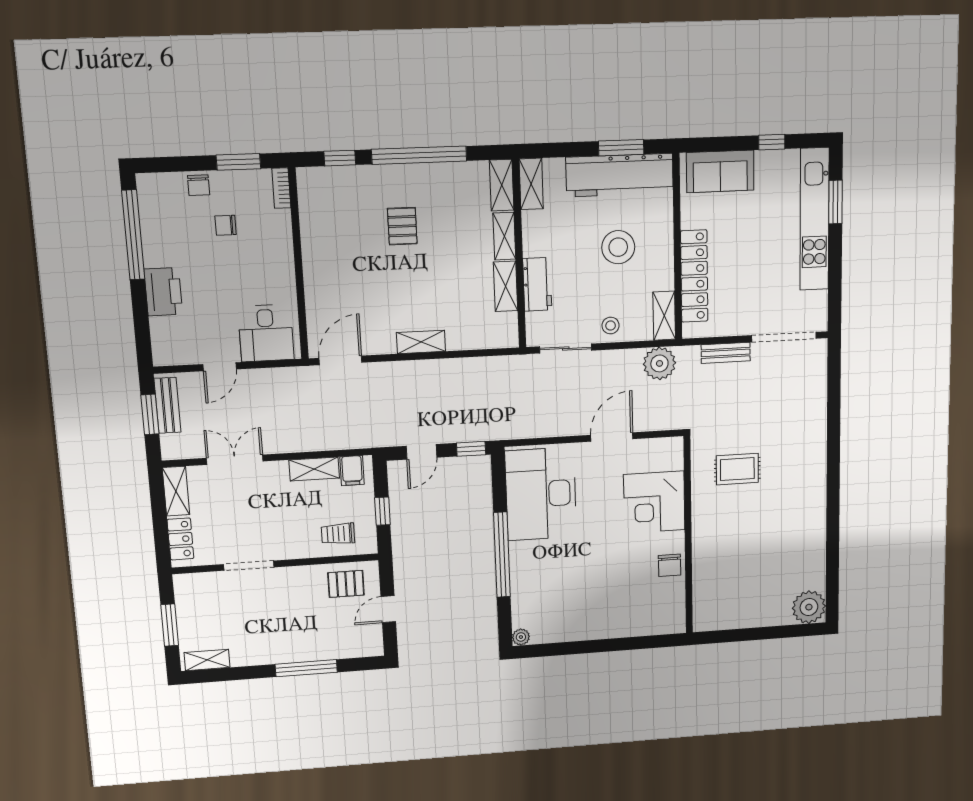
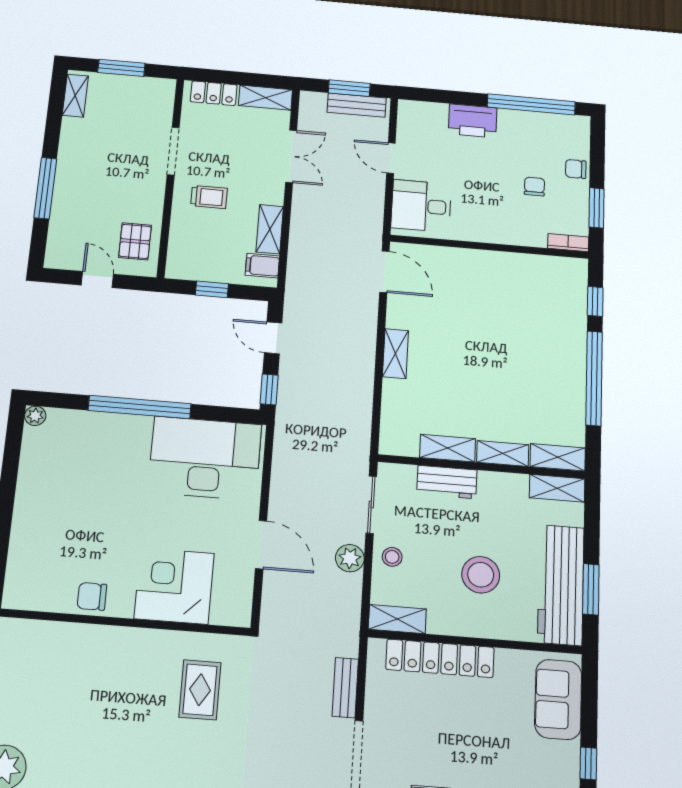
pallet: (402, 226) -> (521, 352), removed
plant: (659, 363) -> (350, 558), moved, width x0.73, depth x0.73
trolley: (338, 534) -> (209, 197), moved, turned 90

